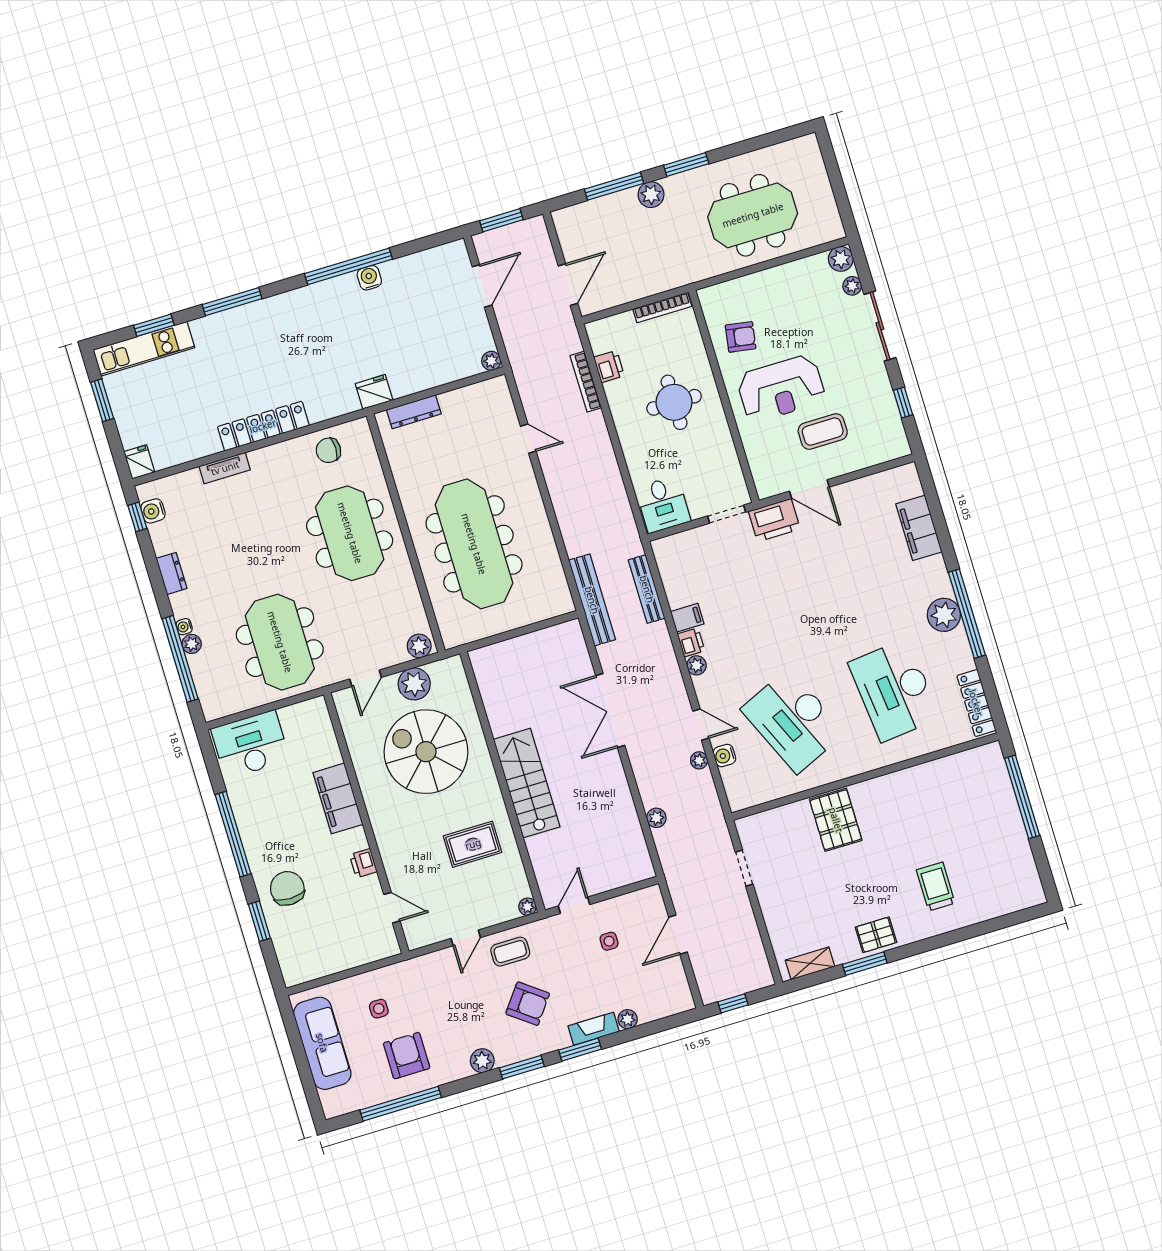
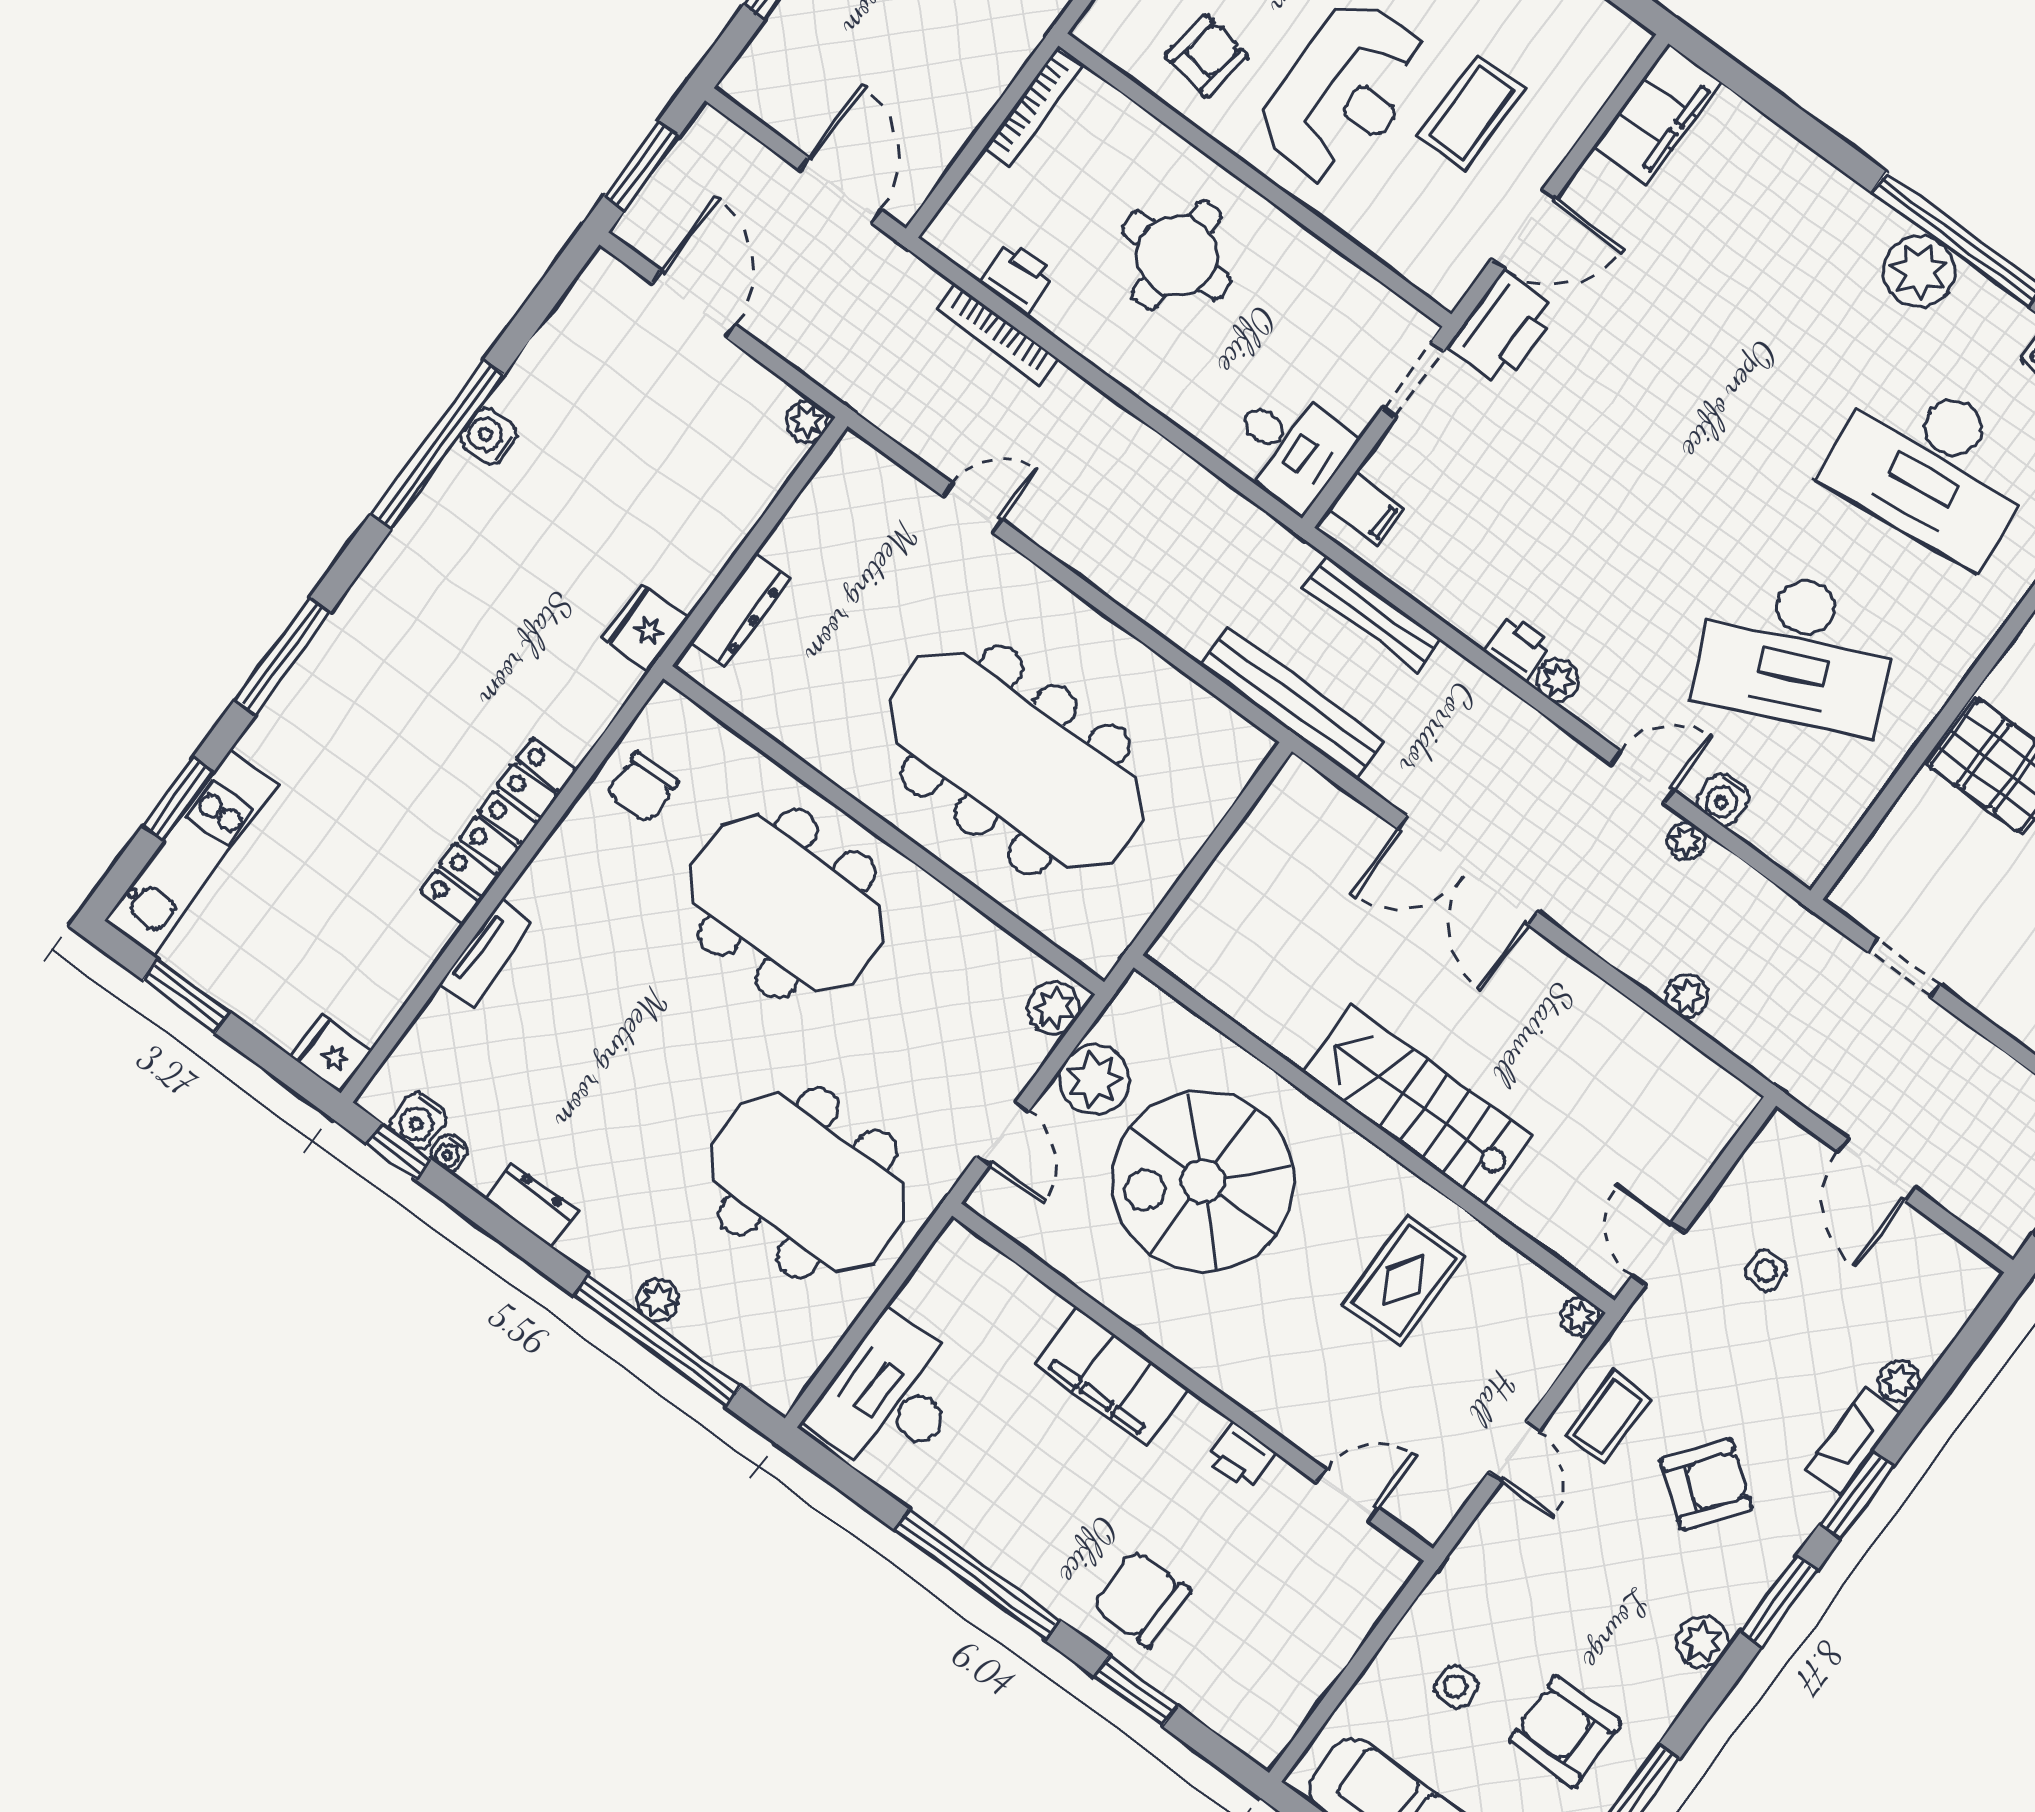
filing cabinet: (919, 528) -> (1657, 115), moved, turned -90
filing cabinet: (687, 618) -> (1366, 509), moved, turned 90
water cooler: (184, 627) -> (449, 1153), moved

